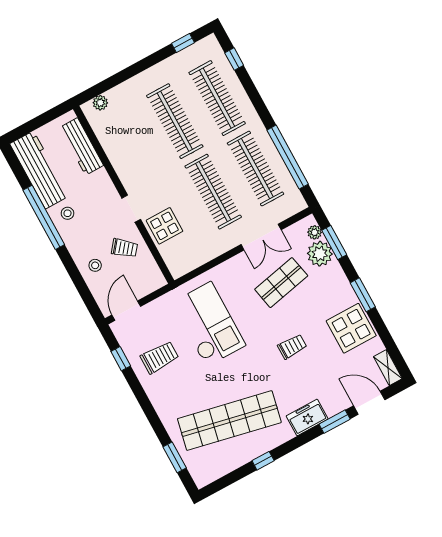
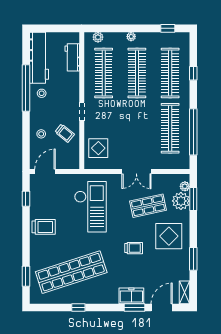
window: (234, 59) -> (193, 73), moved
plant: (142, 79) -> (131, 37), added
workbench: (82, 146) -> (72, 57), width x0.73
clothes rail: (213, 192) -> (104, 73), moved
display table: (164, 226) -> (98, 148), moved
double door: (261, 237) -> (136, 172), moved
window: (363, 295) -> (193, 259), moved
display table: (351, 328) -> (169, 236), moved
trolley: (159, 357) -> (44, 227), moved
door: (369, 403) -> (162, 307), hinge flipped
freezer: (307, 417) -> (131, 296), moved
shop shelf: (229, 421) -> (71, 272), turned -30

